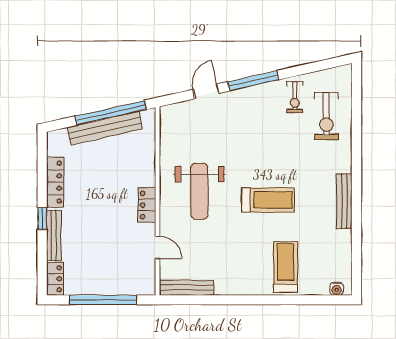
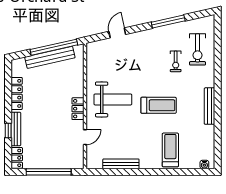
window: (253, 81) -> (168, 21), moved
exercise bike: (295, 97) -> (176, 61), moved
weight bench: (199, 191) -> (113, 99), turned -90
window: (42, 219) -> (8, 131), moved
door: (158, 248) -> (85, 137), hinge flipped
bench: (186, 288) -> (121, 164), moved

